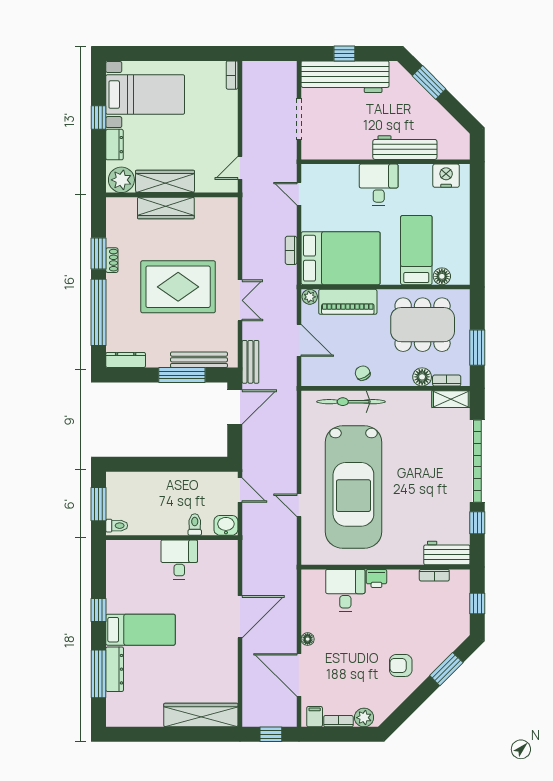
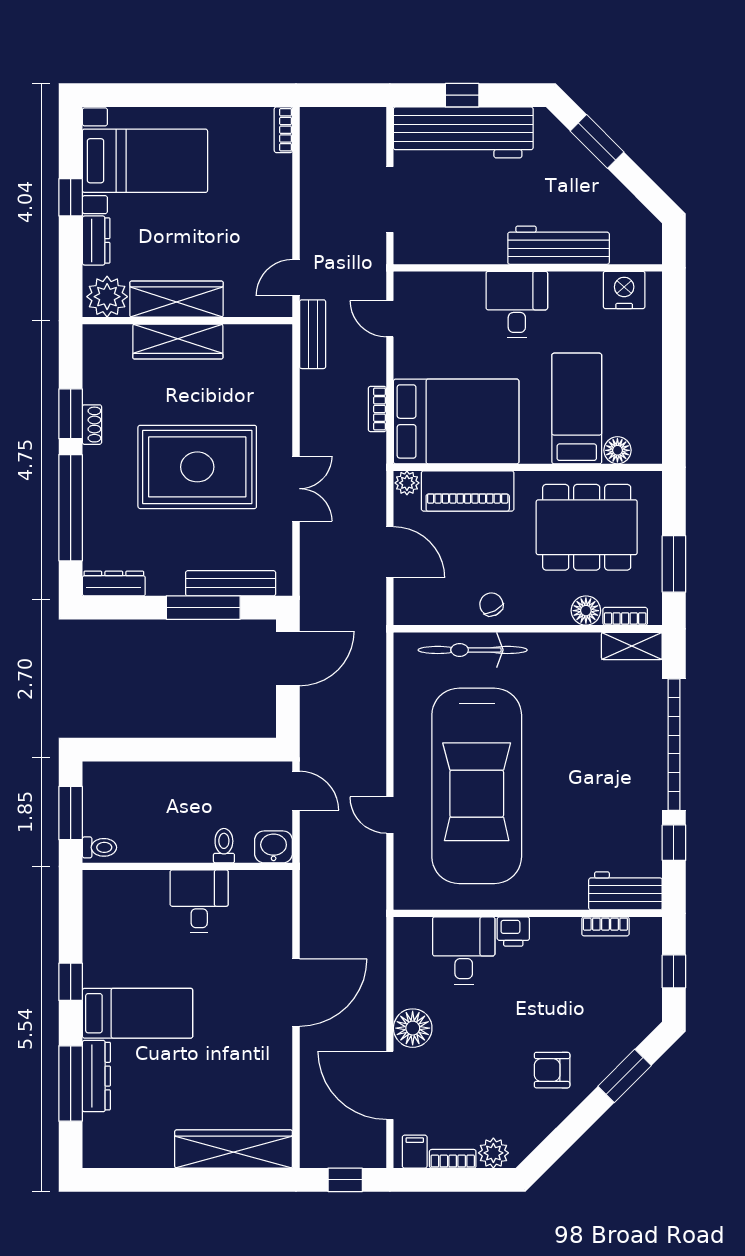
bench: (250, 362) -> (313, 334), moved
floor lamp: (308, 639) -> (413, 1028), width x1.89, depth x1.89

